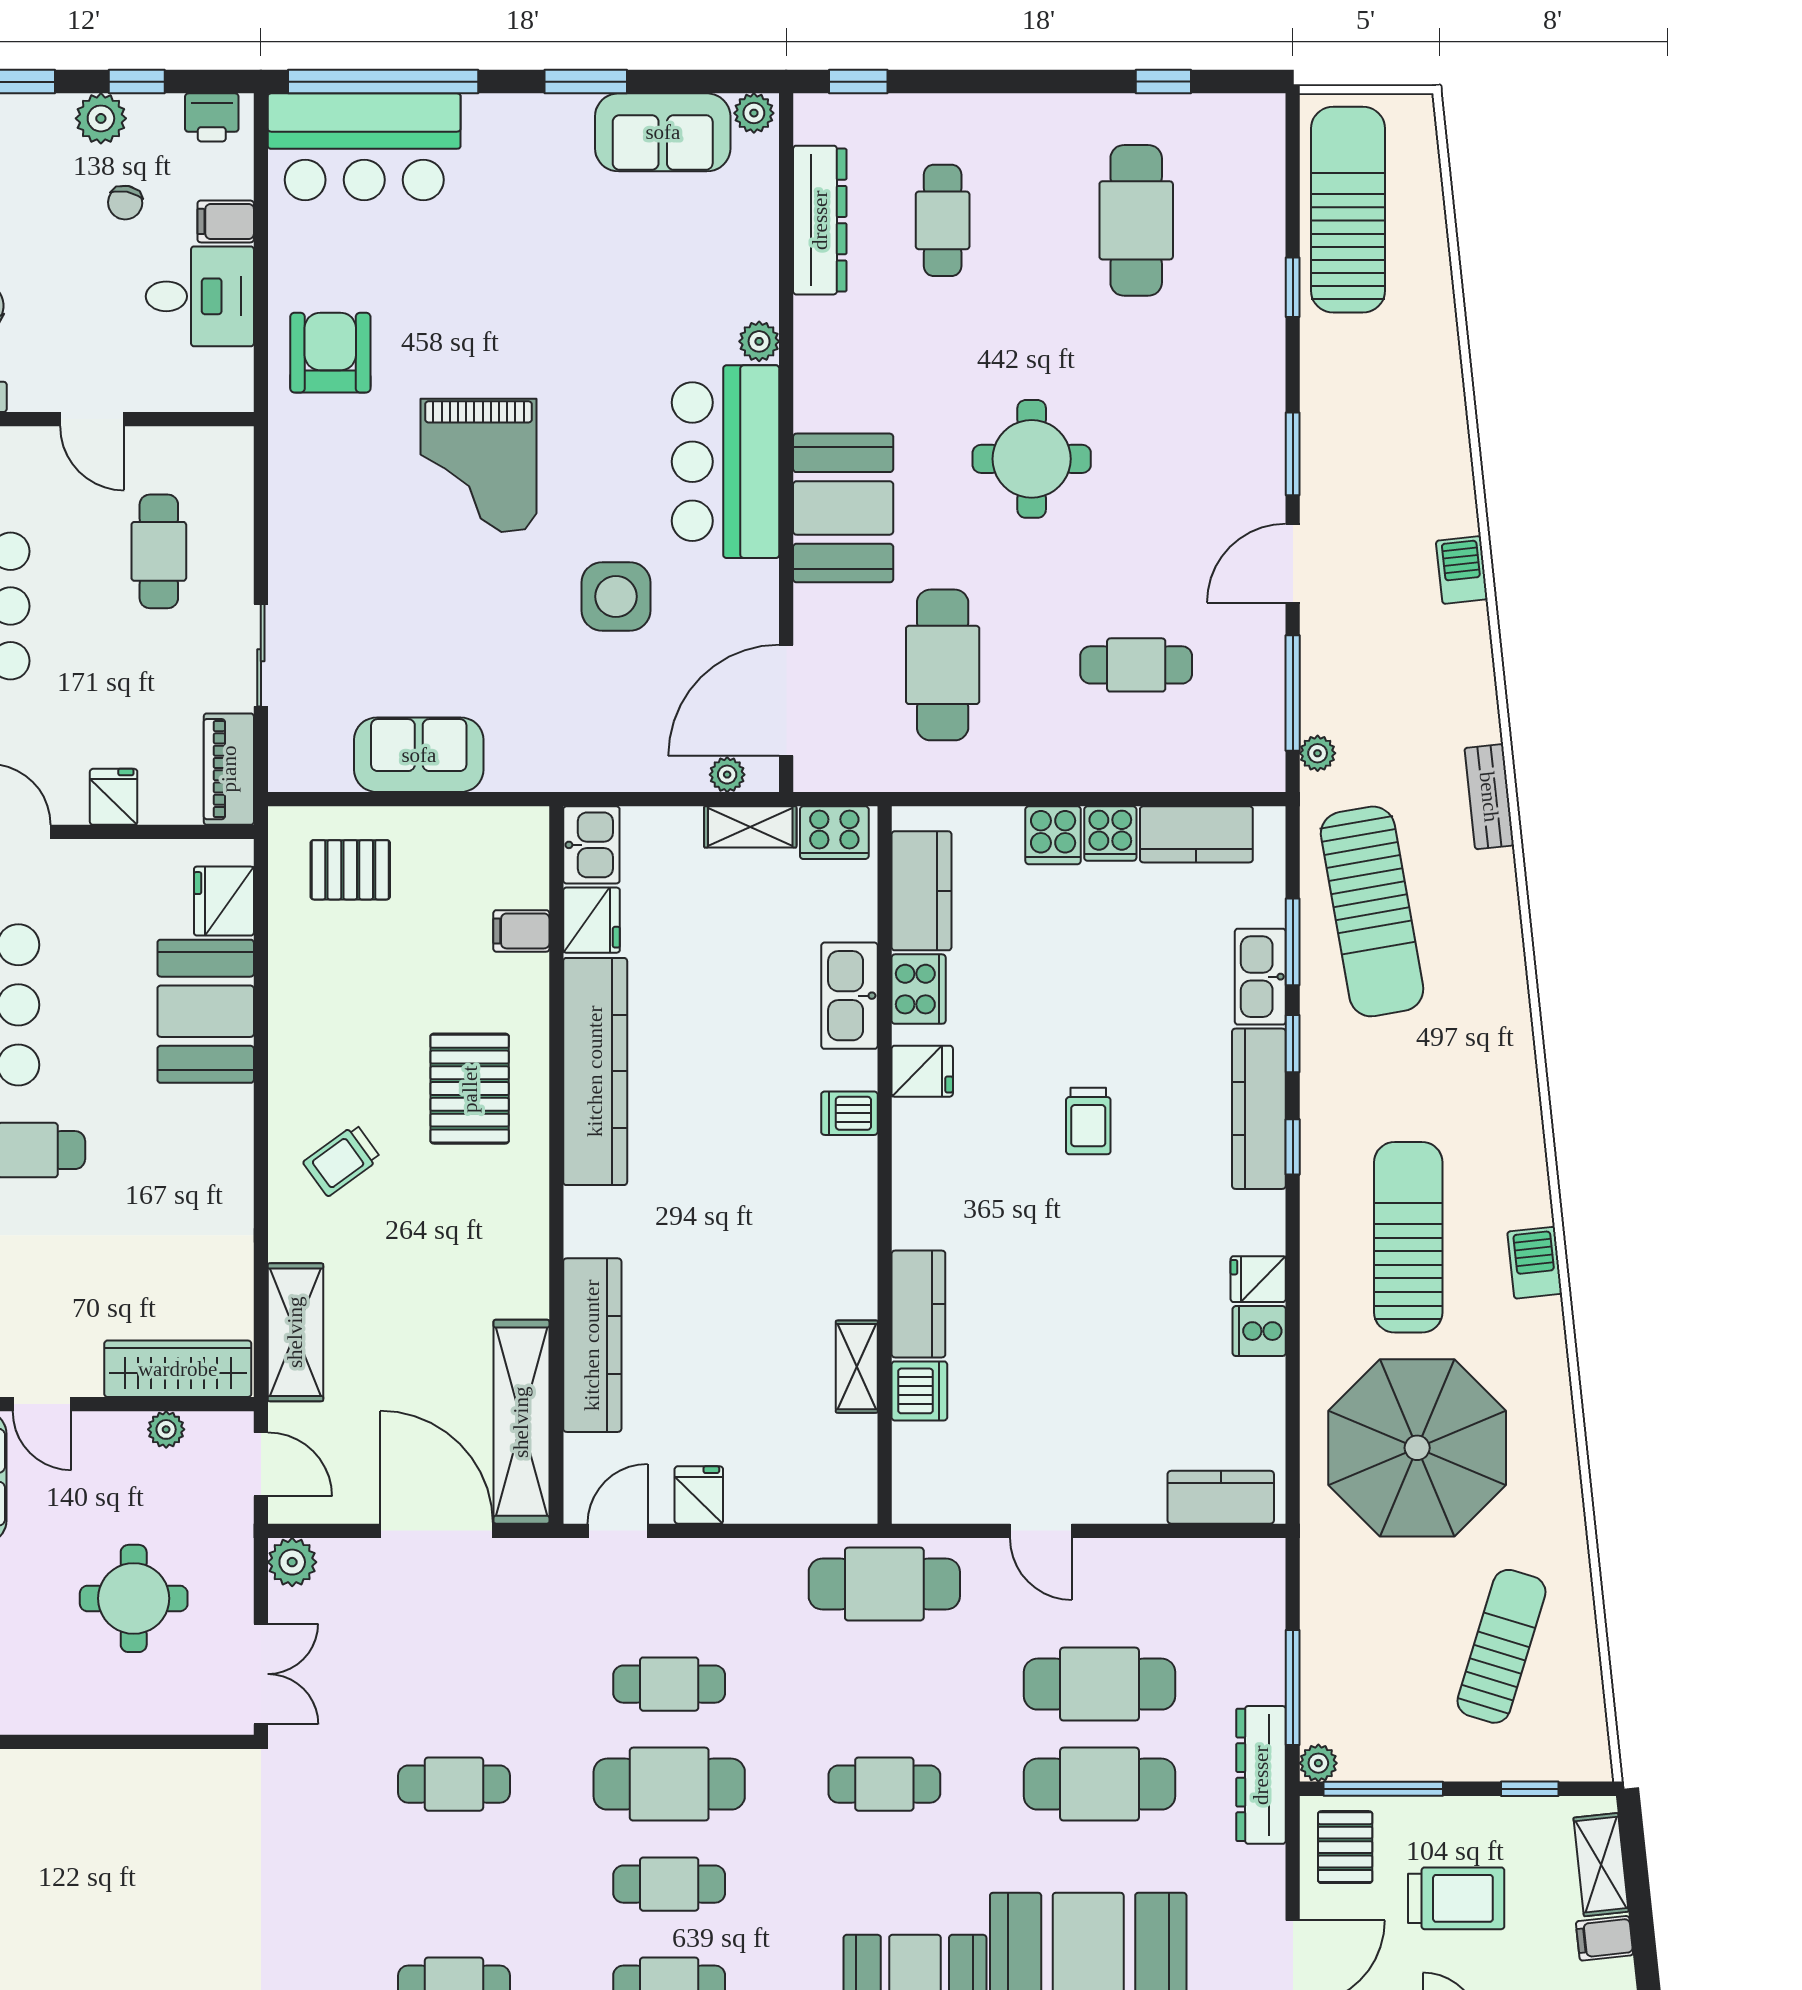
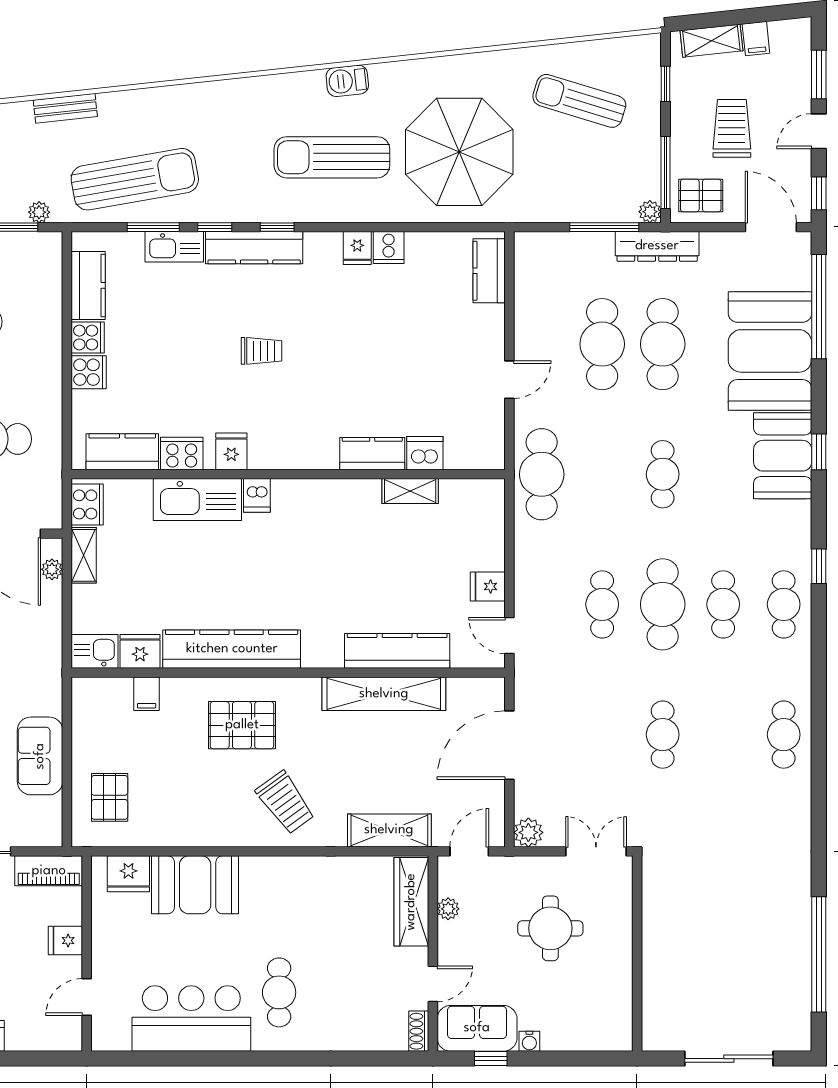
kitchen sink: (850, 996) -> (197, 499), width x1.36, depth x1.24
trolley: (342, 1160) -> (285, 802), width x1.36, depth x1.39
shelving: (521, 1422) -> (384, 694), moved

